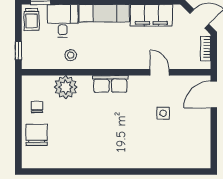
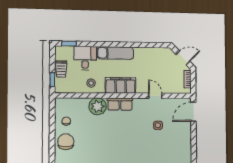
filing cabinet: (151, 15) -> (121, 85), moved, turned 180
trolley: (32, 19) -> (61, 69), moved
plant: (66, 87) -> (98, 106), moved

